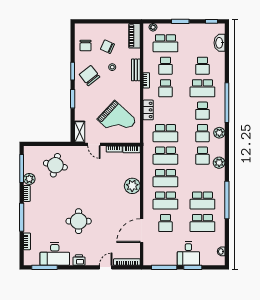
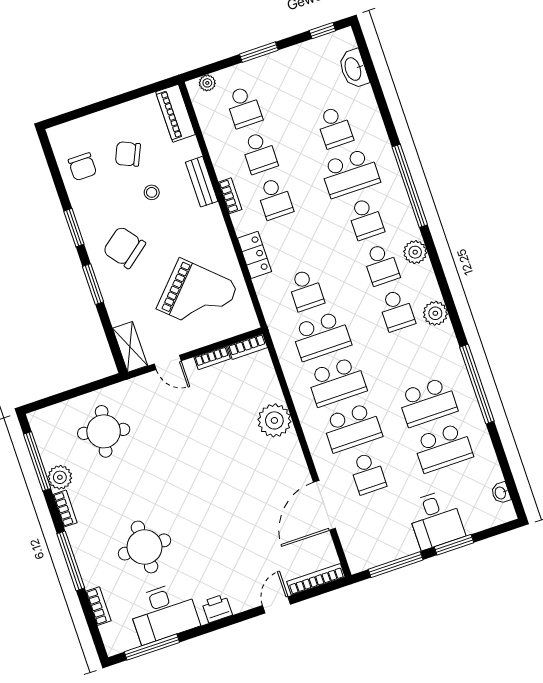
school desk: (165, 43) -> (244, 107), width x0.54
chair: (89, 76) -> (124, 247), moved
school desk: (165, 133) -> (306, 290), width x0.54
round table: (79, 221) -> (145, 547), moved

